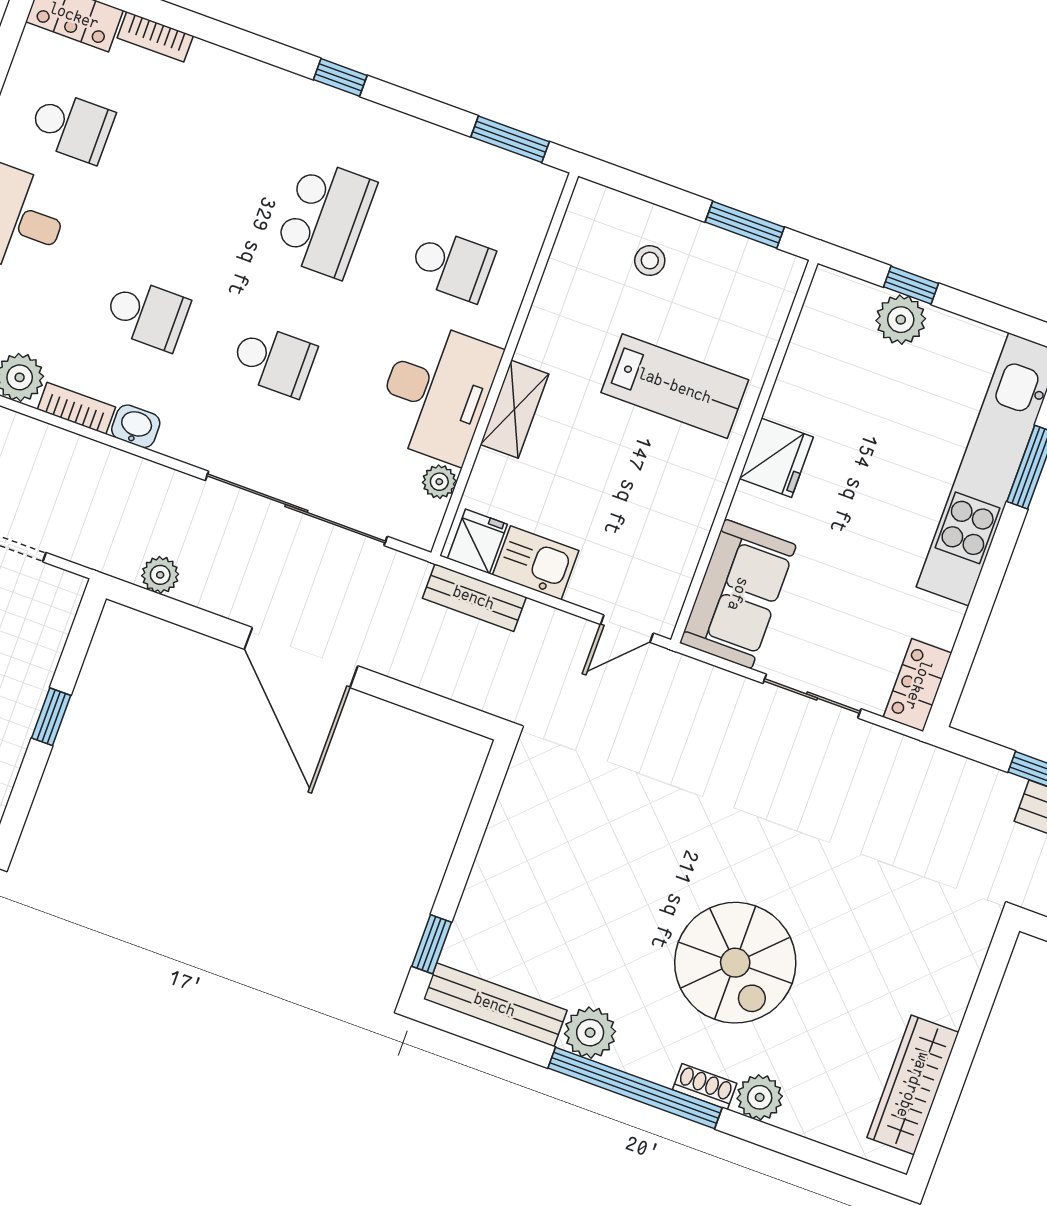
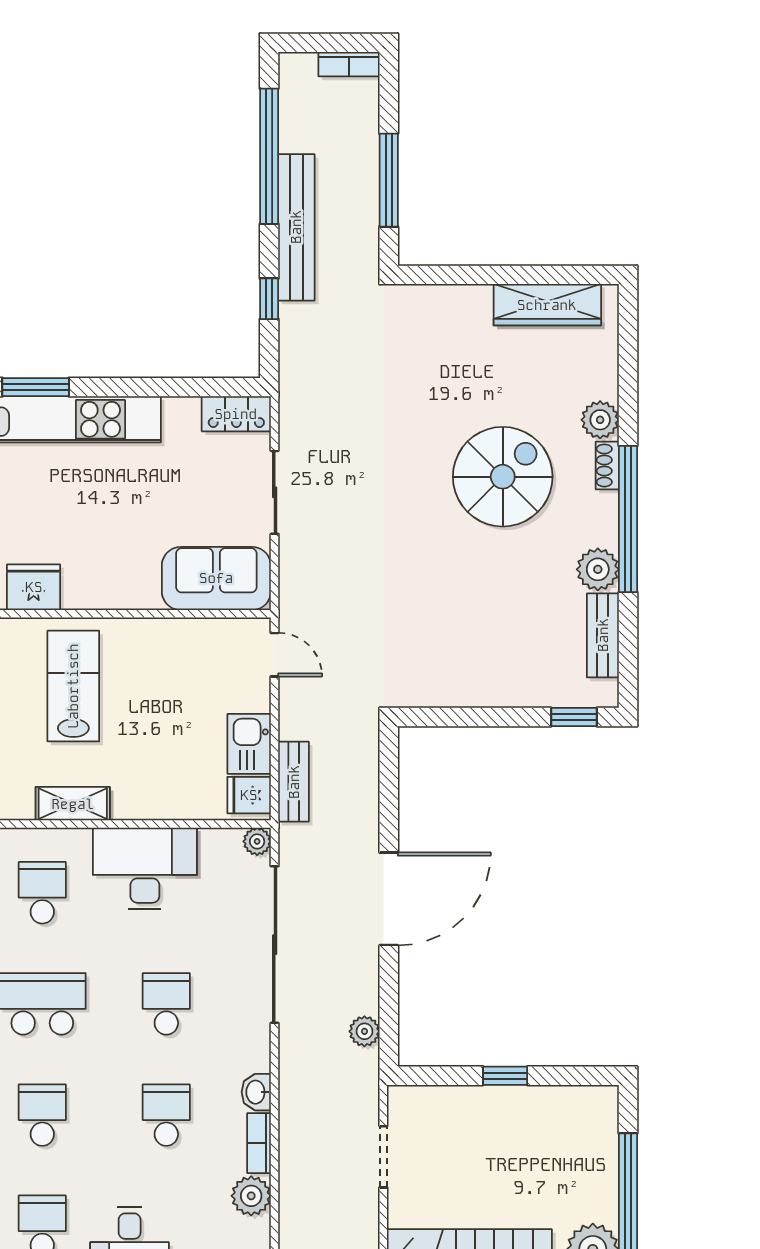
school desk: (198, 173) -> (42, 1115), added
shelving: (515, 409) -> (73, 804), moved
fridge: (776, 458) -> (34, 587), moved
plant: (439, 482) -> (257, 841), moved
bench: (495, 1005) -> (603, 635), width x0.73

